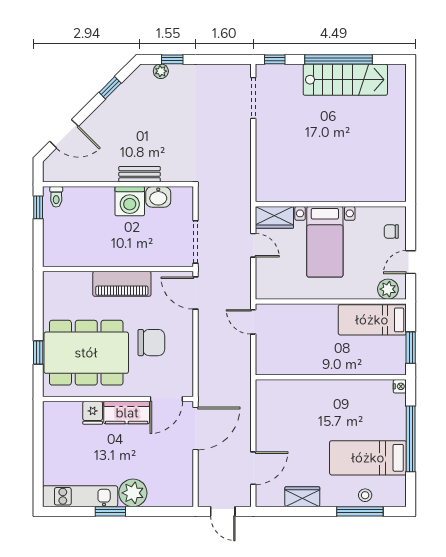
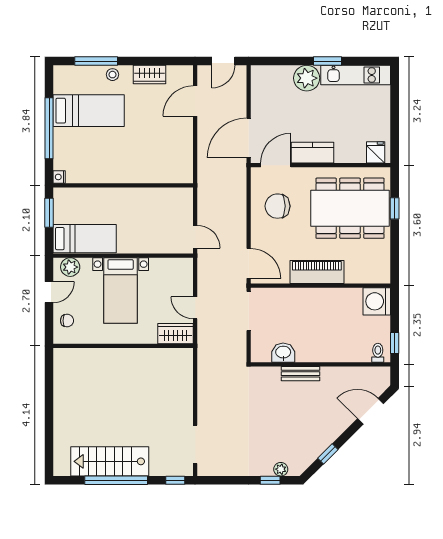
washing machine: (130, 201) -> (377, 301), moved, turned -90
bed with nightstands: (325, 242) -> (121, 290), moved, turned 180
chair: (151, 343) -> (278, 206), moved
fridge: (93, 413) -> (376, 152), moved
stool: (365, 495) -> (112, 75), moved
door: (223, 511) -> (223, 61), swing flipped

